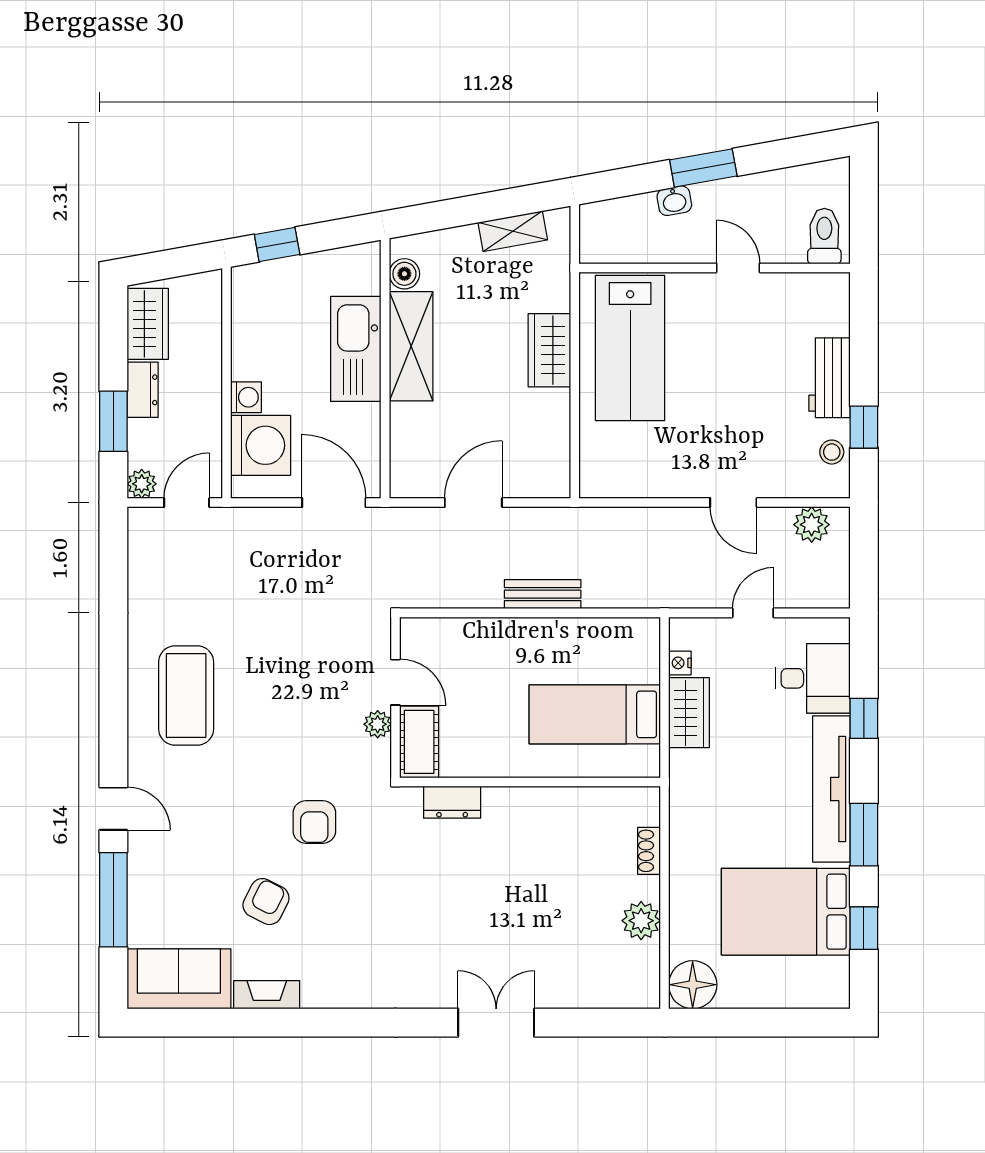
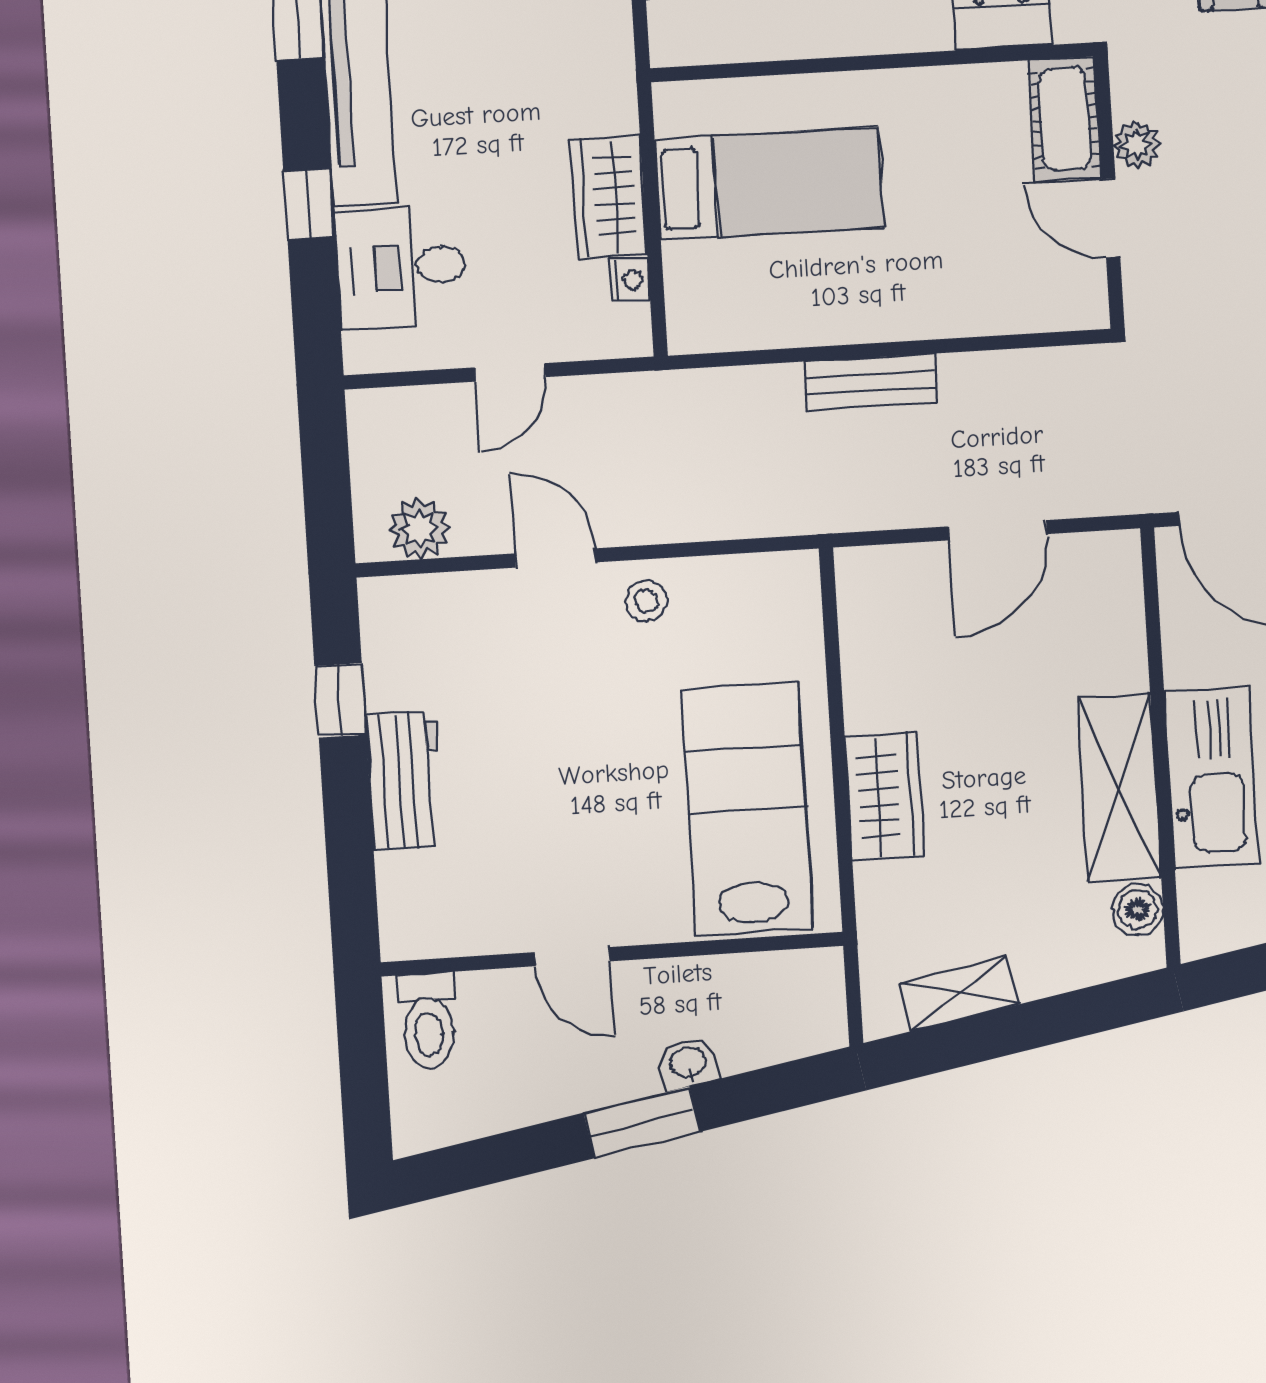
stool: (832, 452) -> (646, 601), moved

